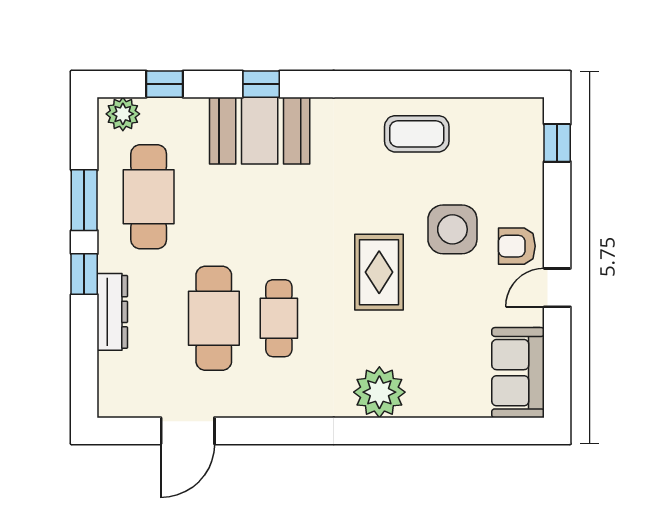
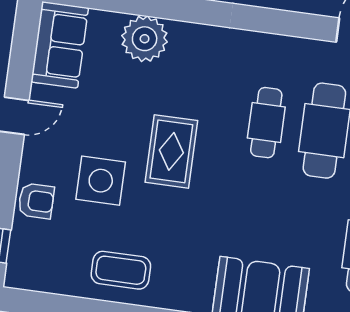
armchair: (517, 246) -> (36, 201), moved
plant: (379, 392) -> (145, 39), moved

